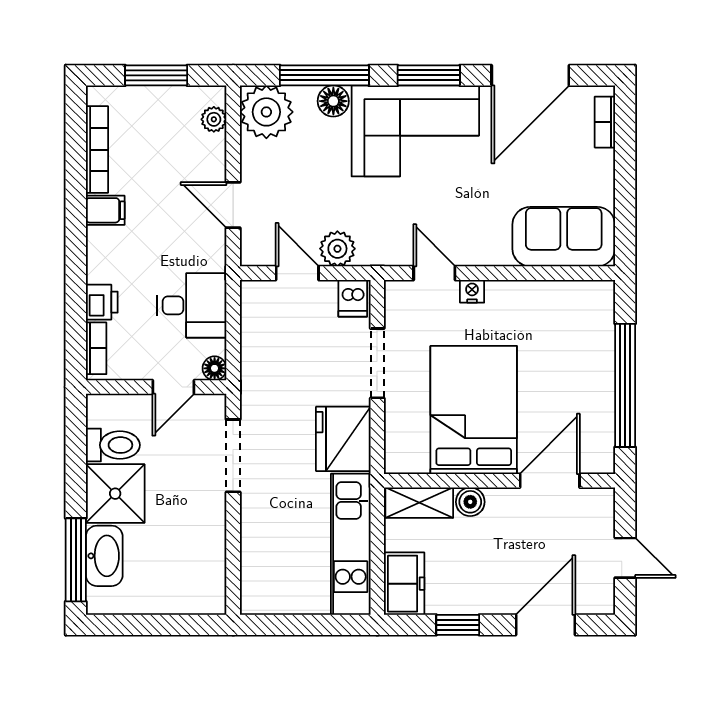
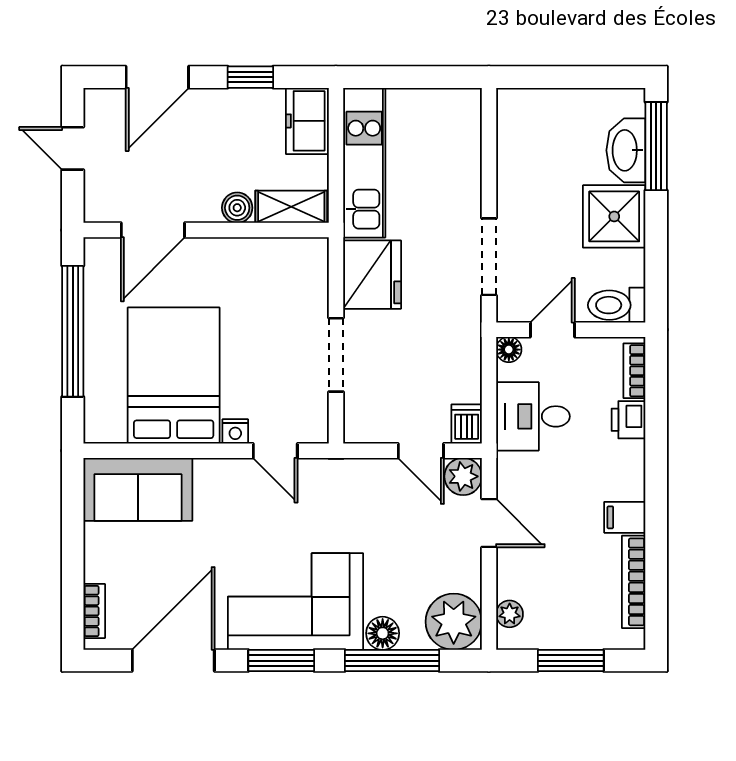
plant: (337, 249) -> (463, 476), moved
dishwasher: (353, 298) -> (467, 424), moved
bed: (474, 410) -> (174, 375), moved, turned 180
toilet: (113, 445) -> (617, 305), moved

